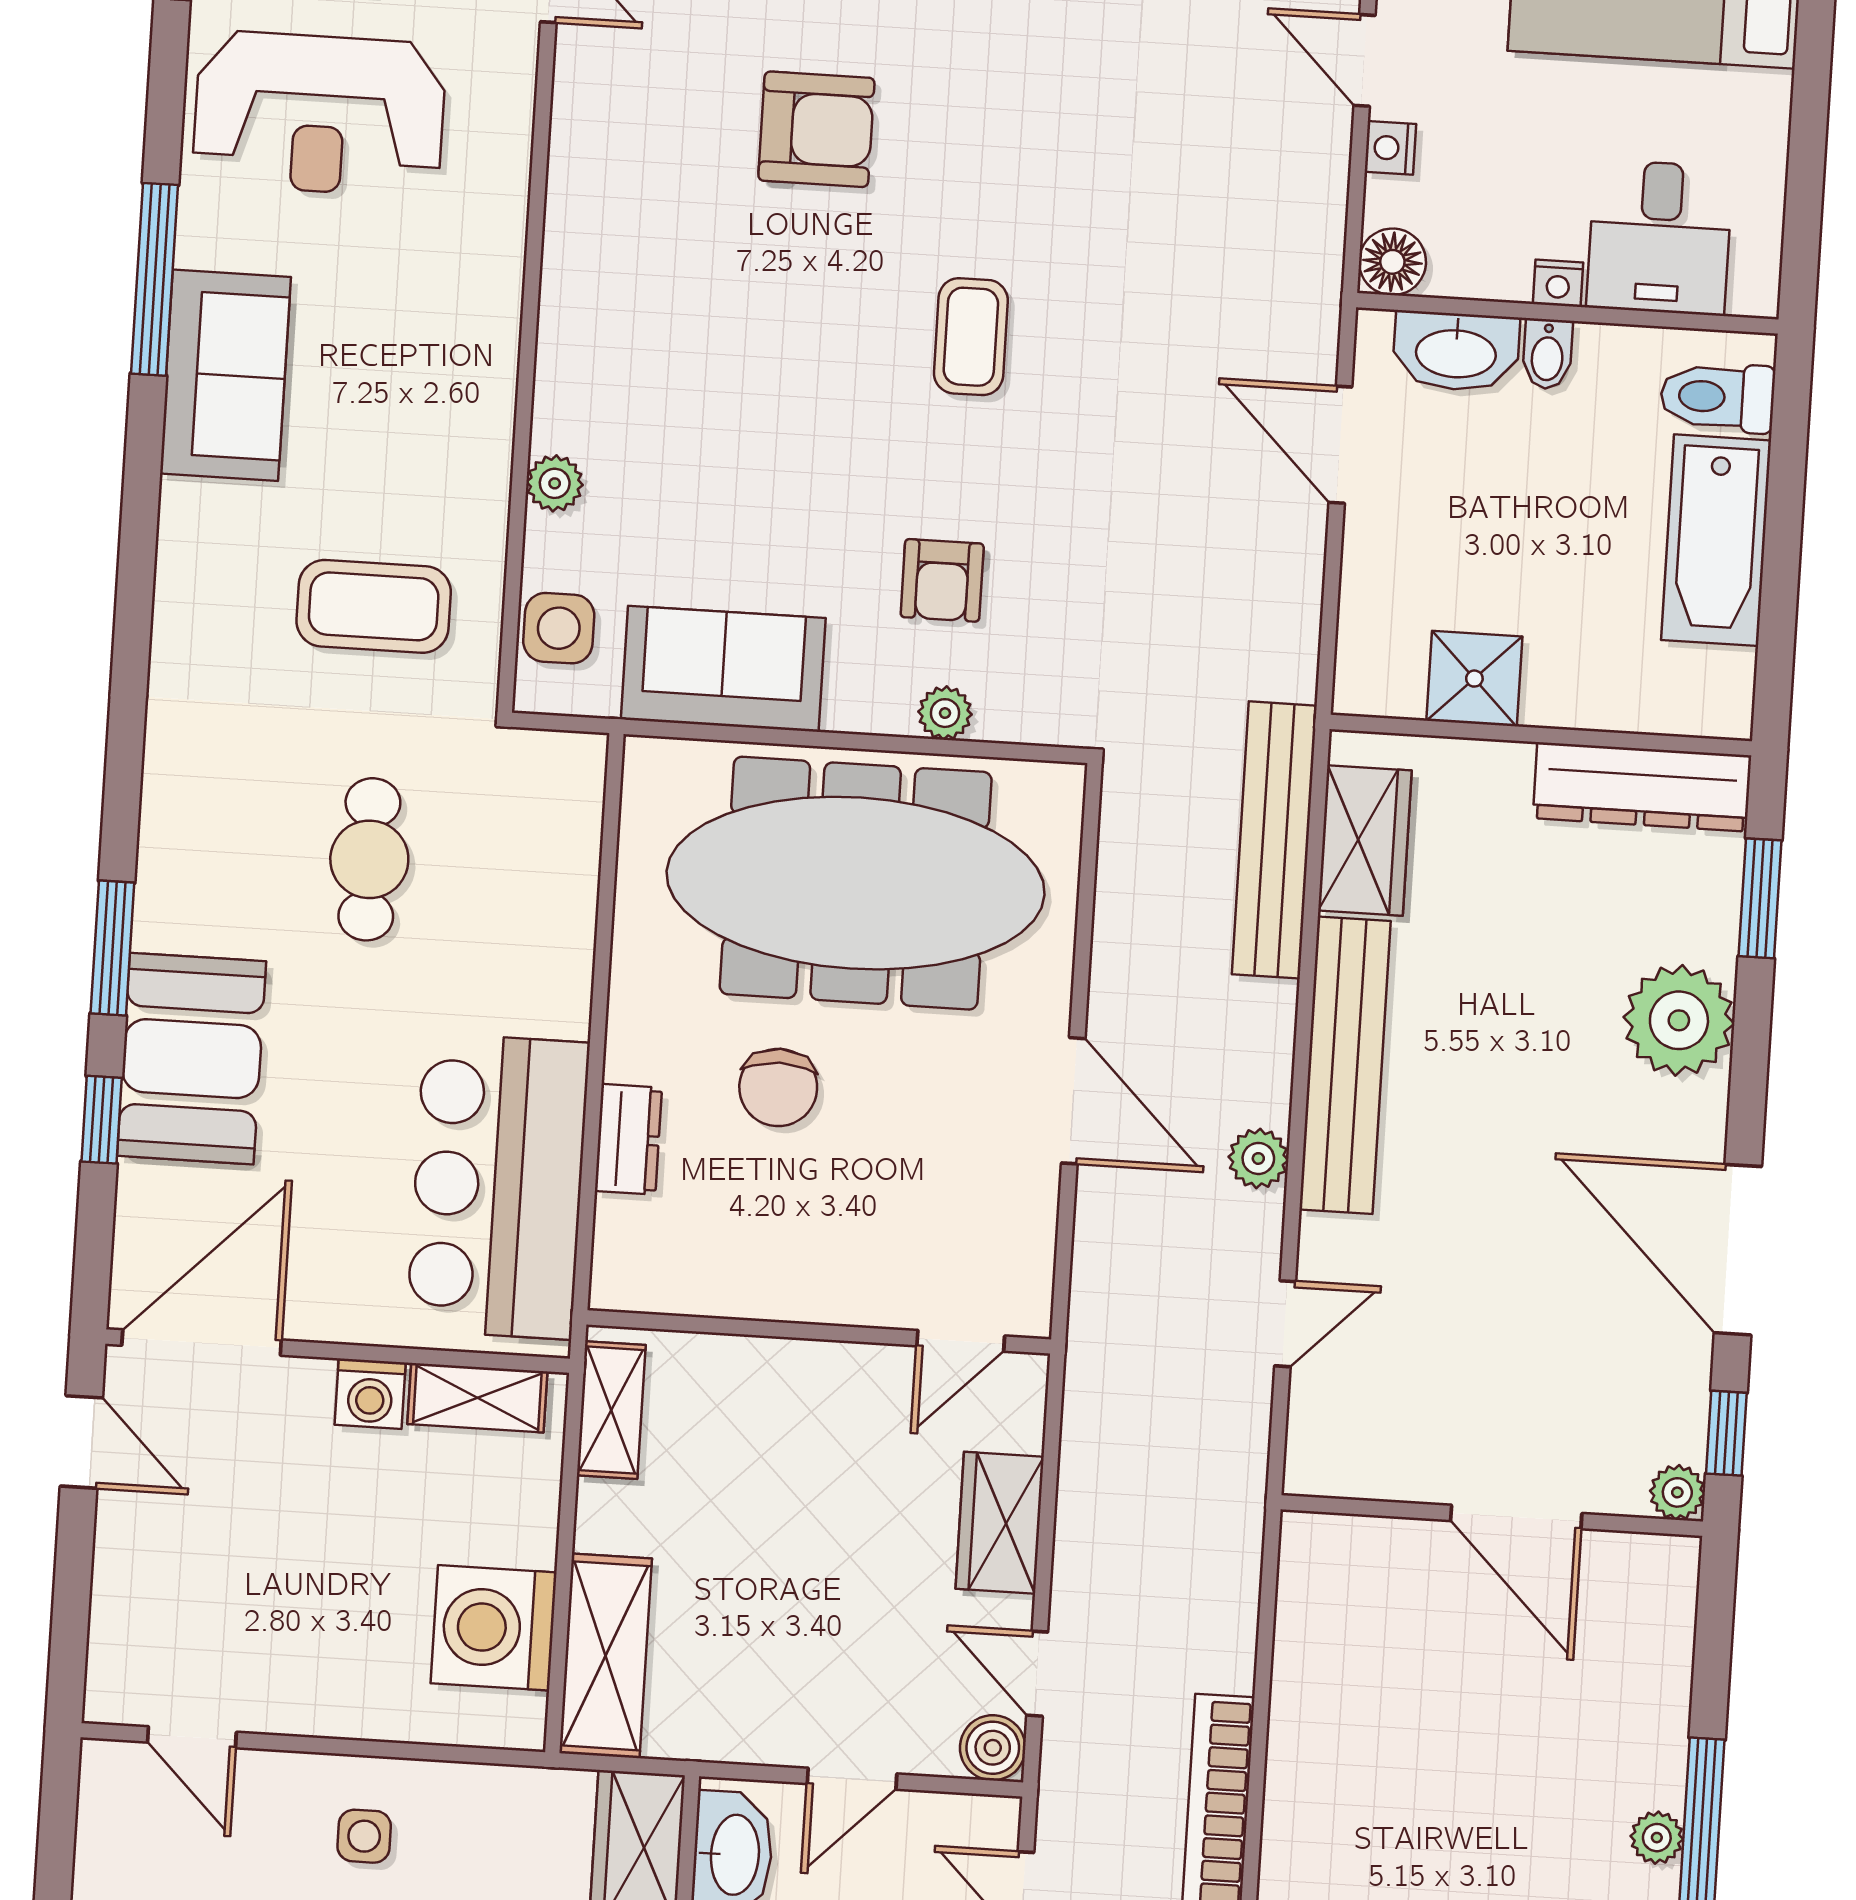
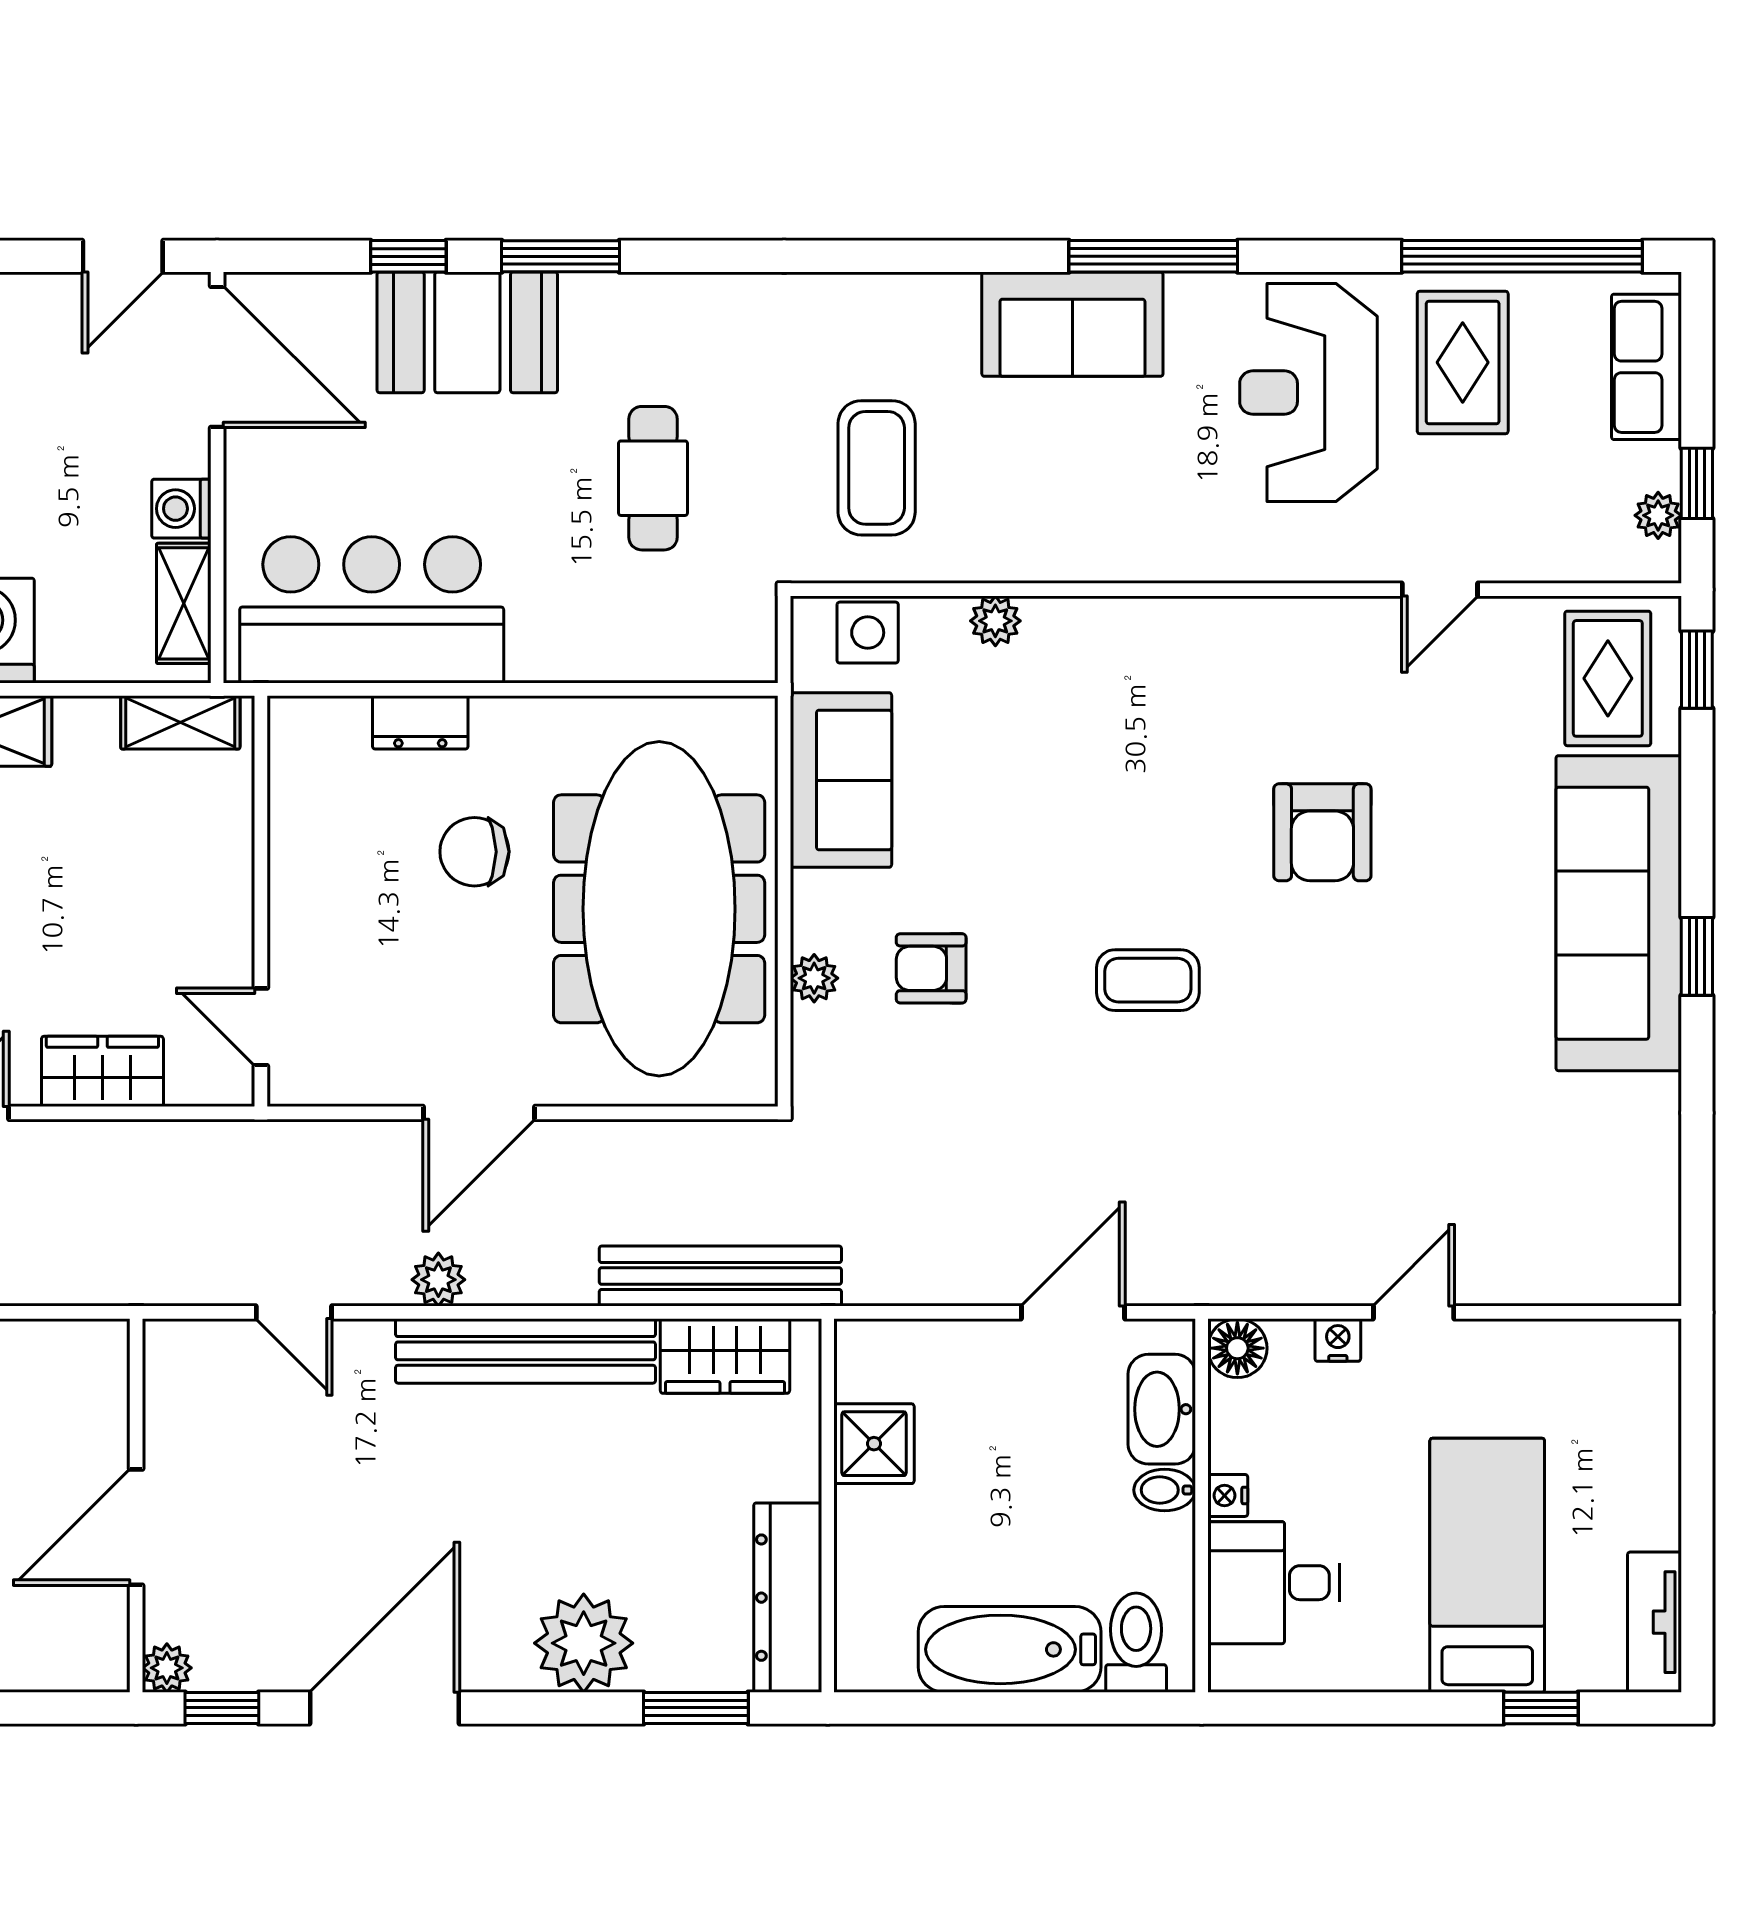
cafe table: (369, 859) -> (653, 478), turned 90

